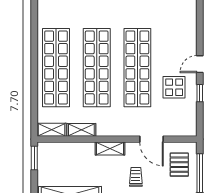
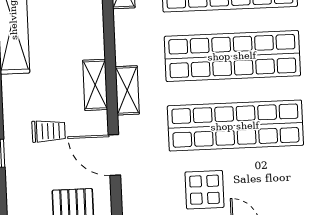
shelving: (81, 130) -> (127, 90), moved
door: (151, 139) -> (114, 155), hinge flipped

